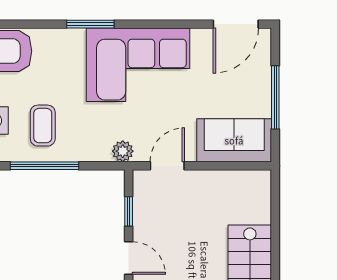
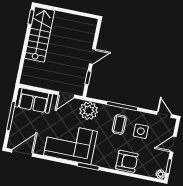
plant: (123, 151) -> (89, 111), width x1.88, depth x1.88
door: (129, 258) -> (92, 56), swing flipped

